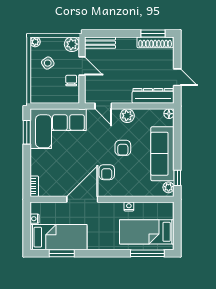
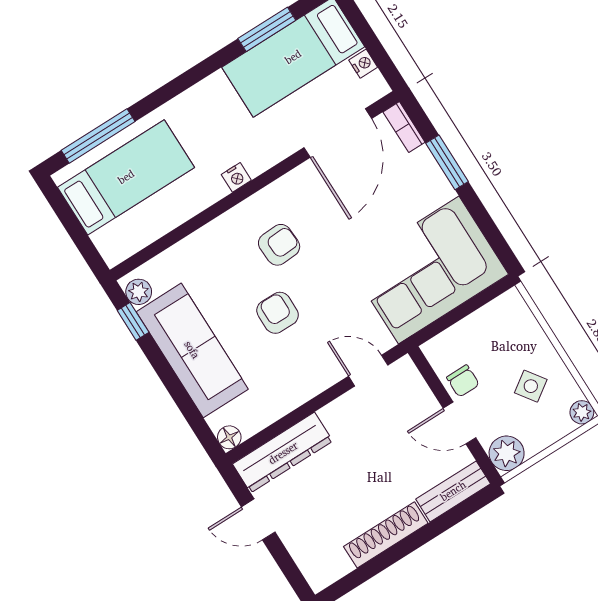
window: (153, 33) -> (361, 575), removed
shoe rack: (155, 42) -> (386, 535), moved
plant: (127, 116) -> (309, 382), removed
window: (27, 132) -> (447, 162), moved
armchair: (107, 172) -> (279, 245), turned 87
door: (82, 199) -> (338, 133), moved
nightstand: (129, 207) -> (236, 177), moved

